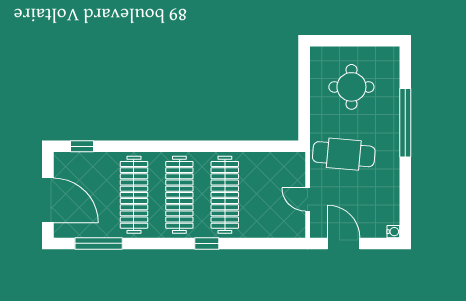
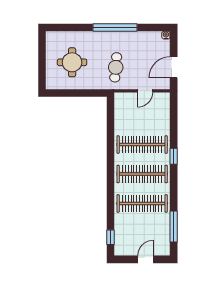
window: (405, 123) -> (115, 27), moved
cafe table: (344, 154) -> (116, 67), width x0.73, depth x0.74
door: (48, 200) -> (146, 259), width x0.53

